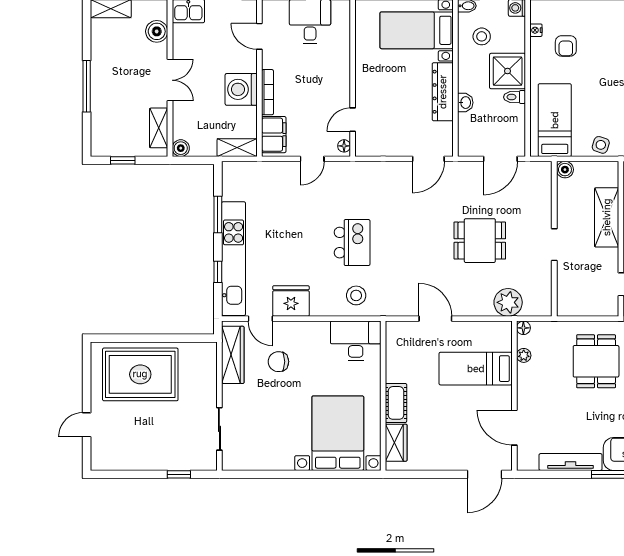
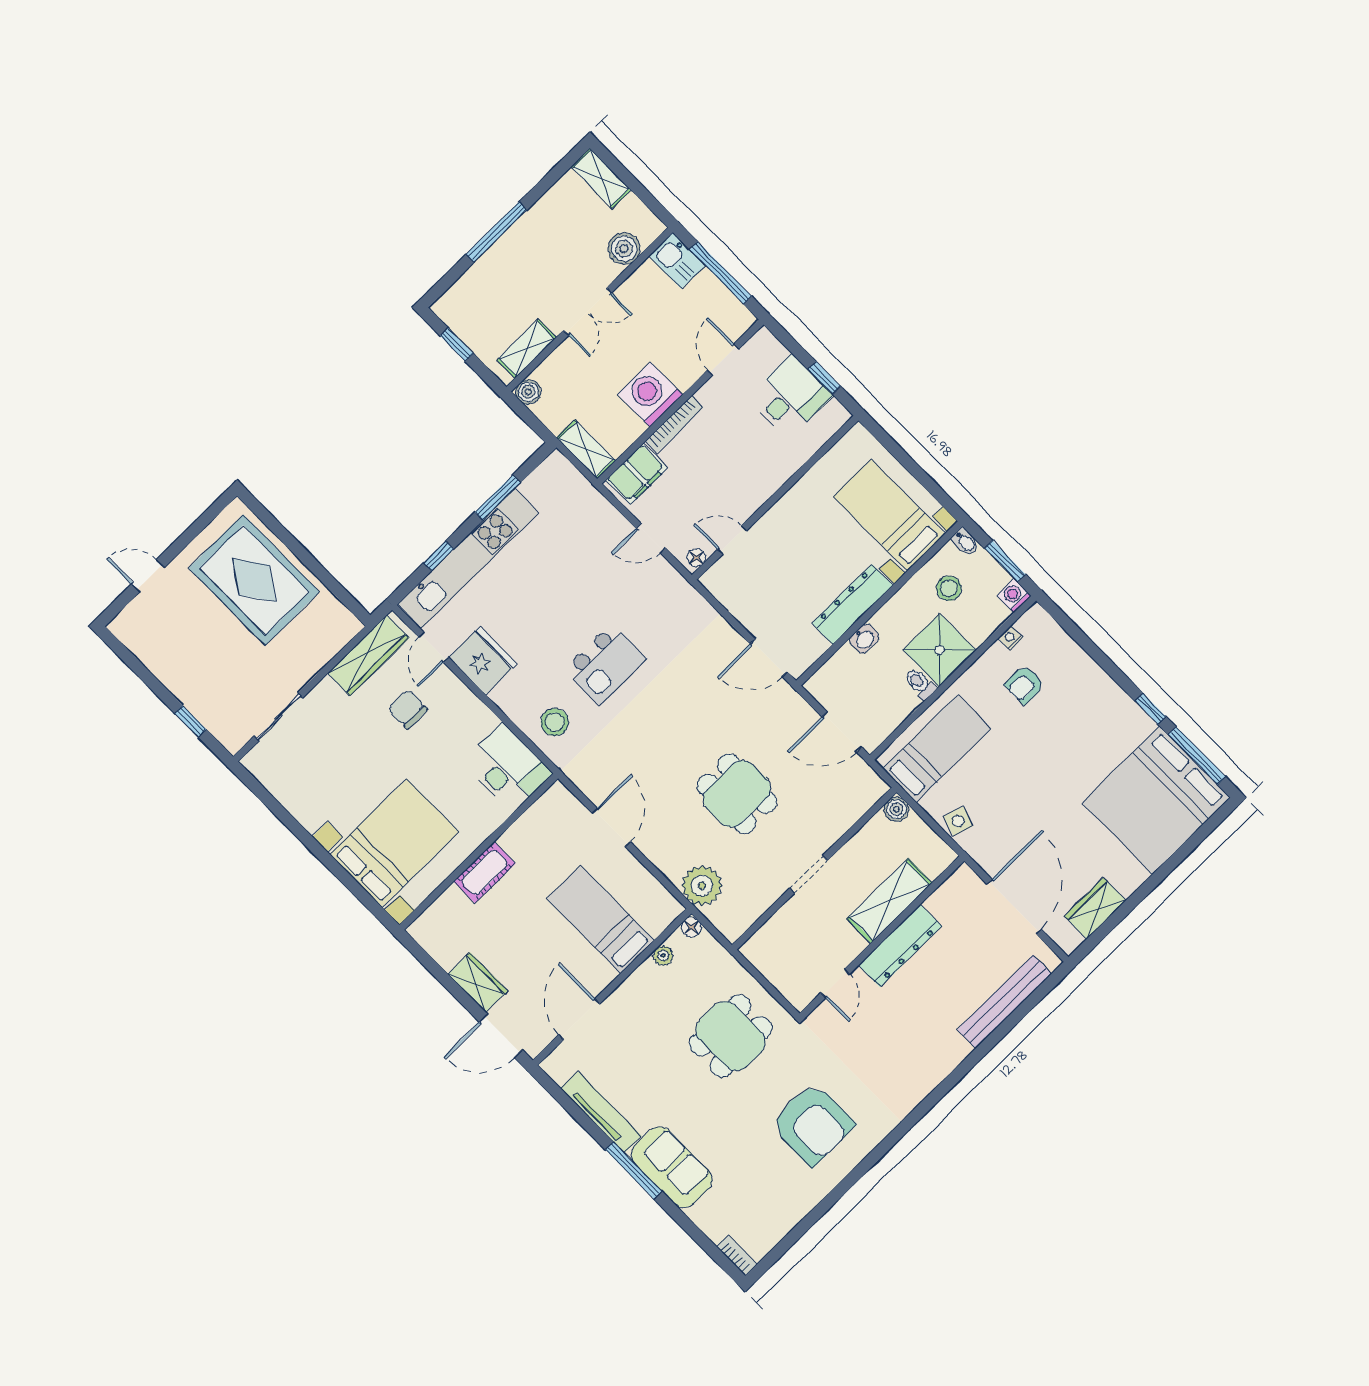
wardrobe: (396, 443) -> (478, 982), moved, turned -90

